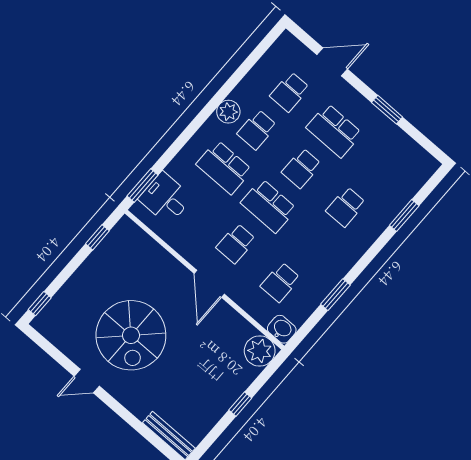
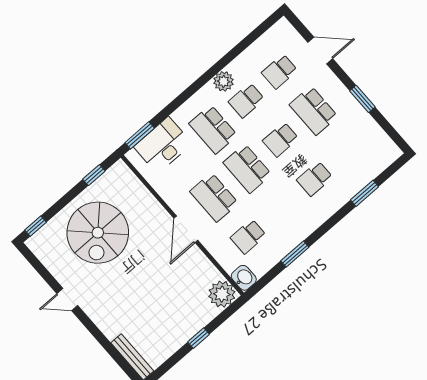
desk: (165, 198) -> (163, 145), width x1.37
school desk: (236, 244) -> (214, 197), width x1.85
spiral stairs: (131, 335) -> (98, 233), moved

